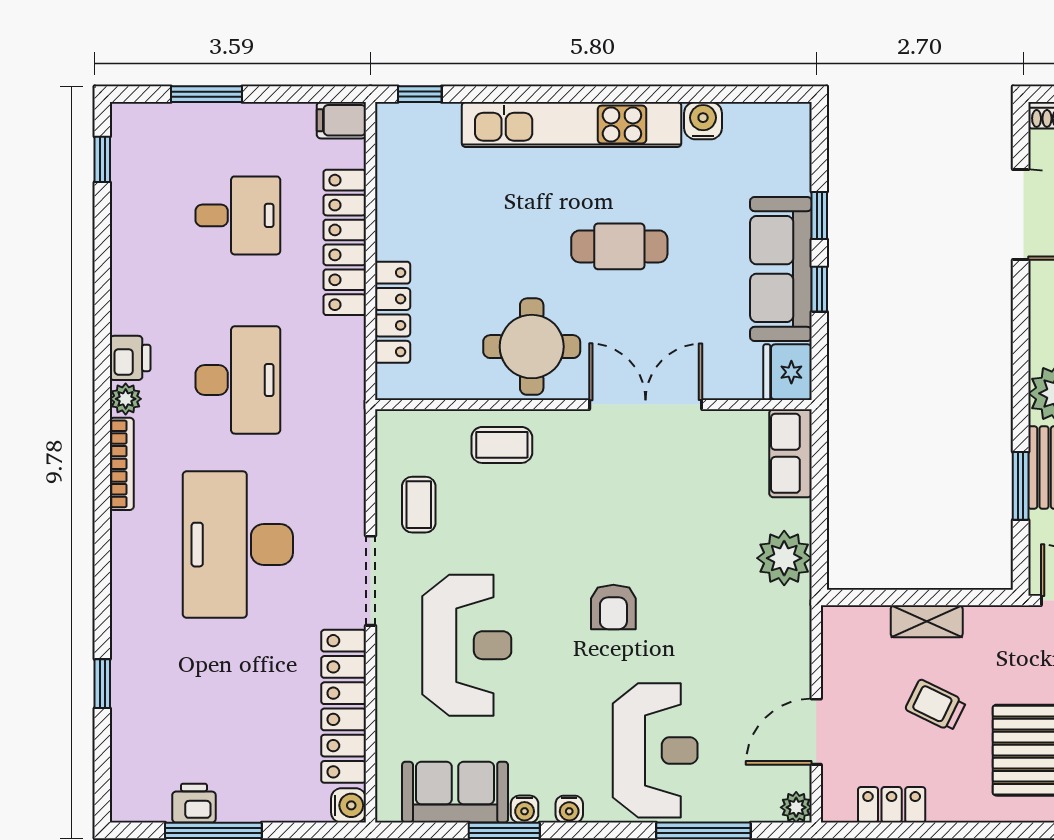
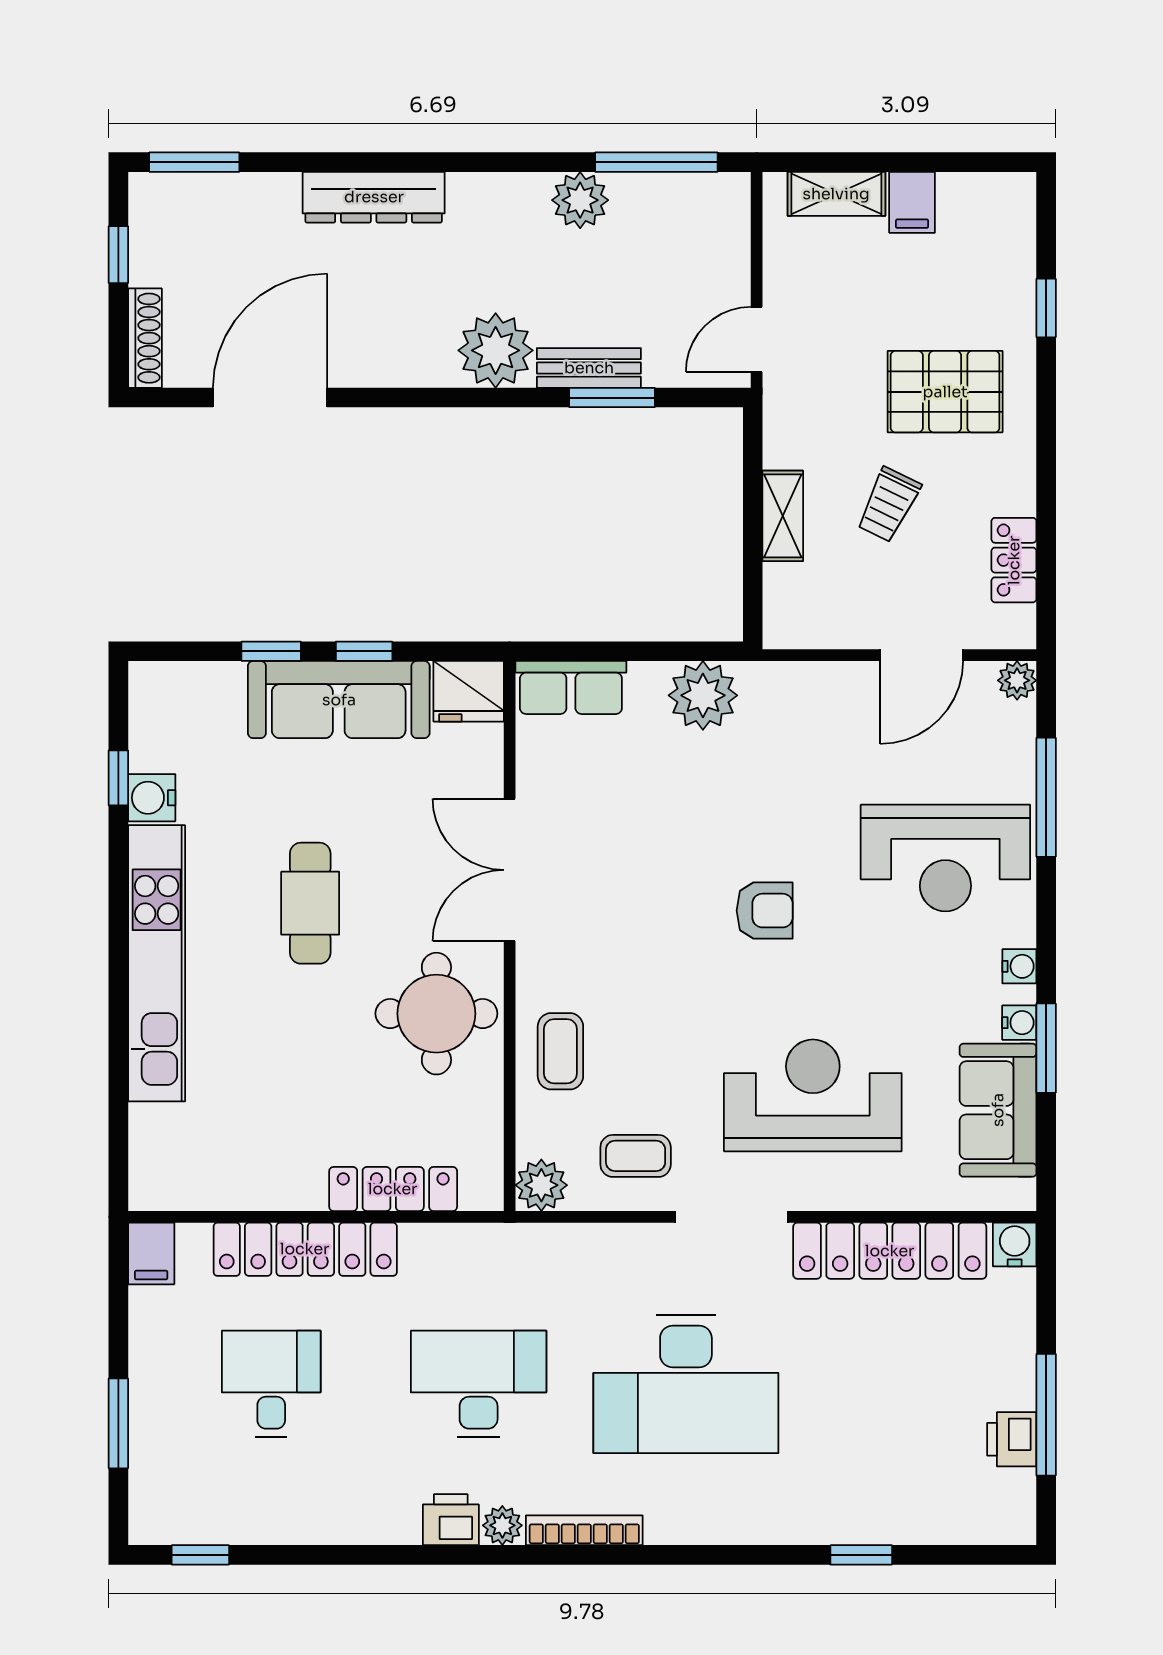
window: (420, 94) -> (118, 778), moved
plant: (396, 430) -> (541, 1185), added
door: (816, 732) -> (922, 655), hinge flipped
reception desk: (655, 750) -> (945, 858), turned 180

